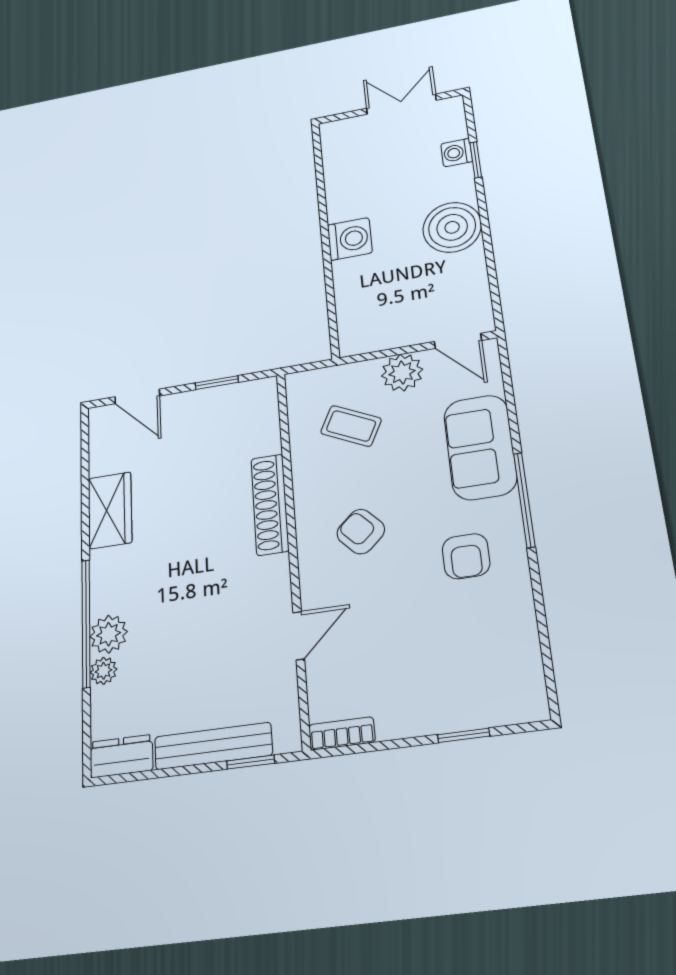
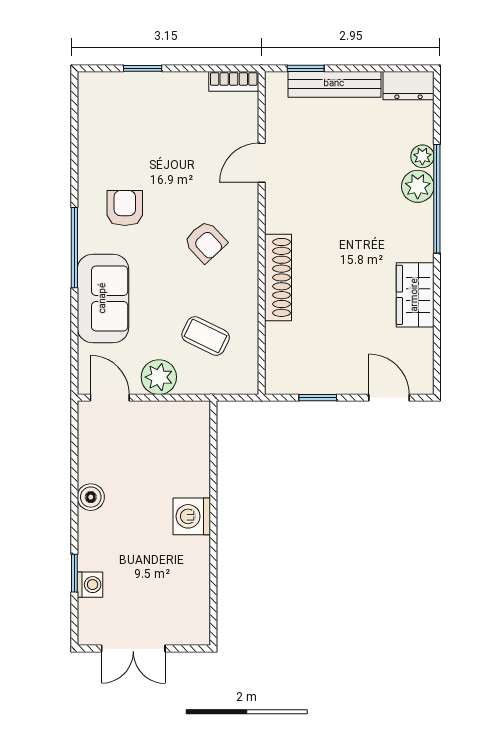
boiler: (452, 227) -> (91, 497), width x0.54, depth x0.54

